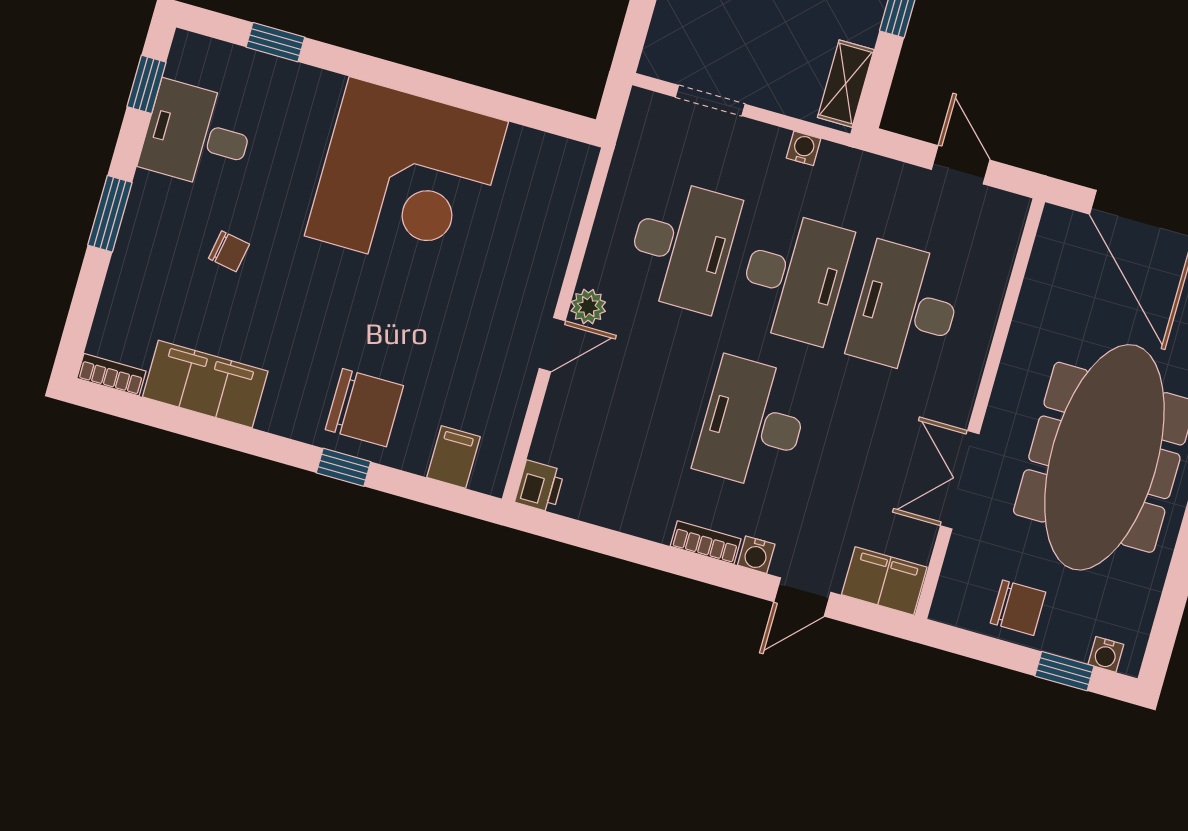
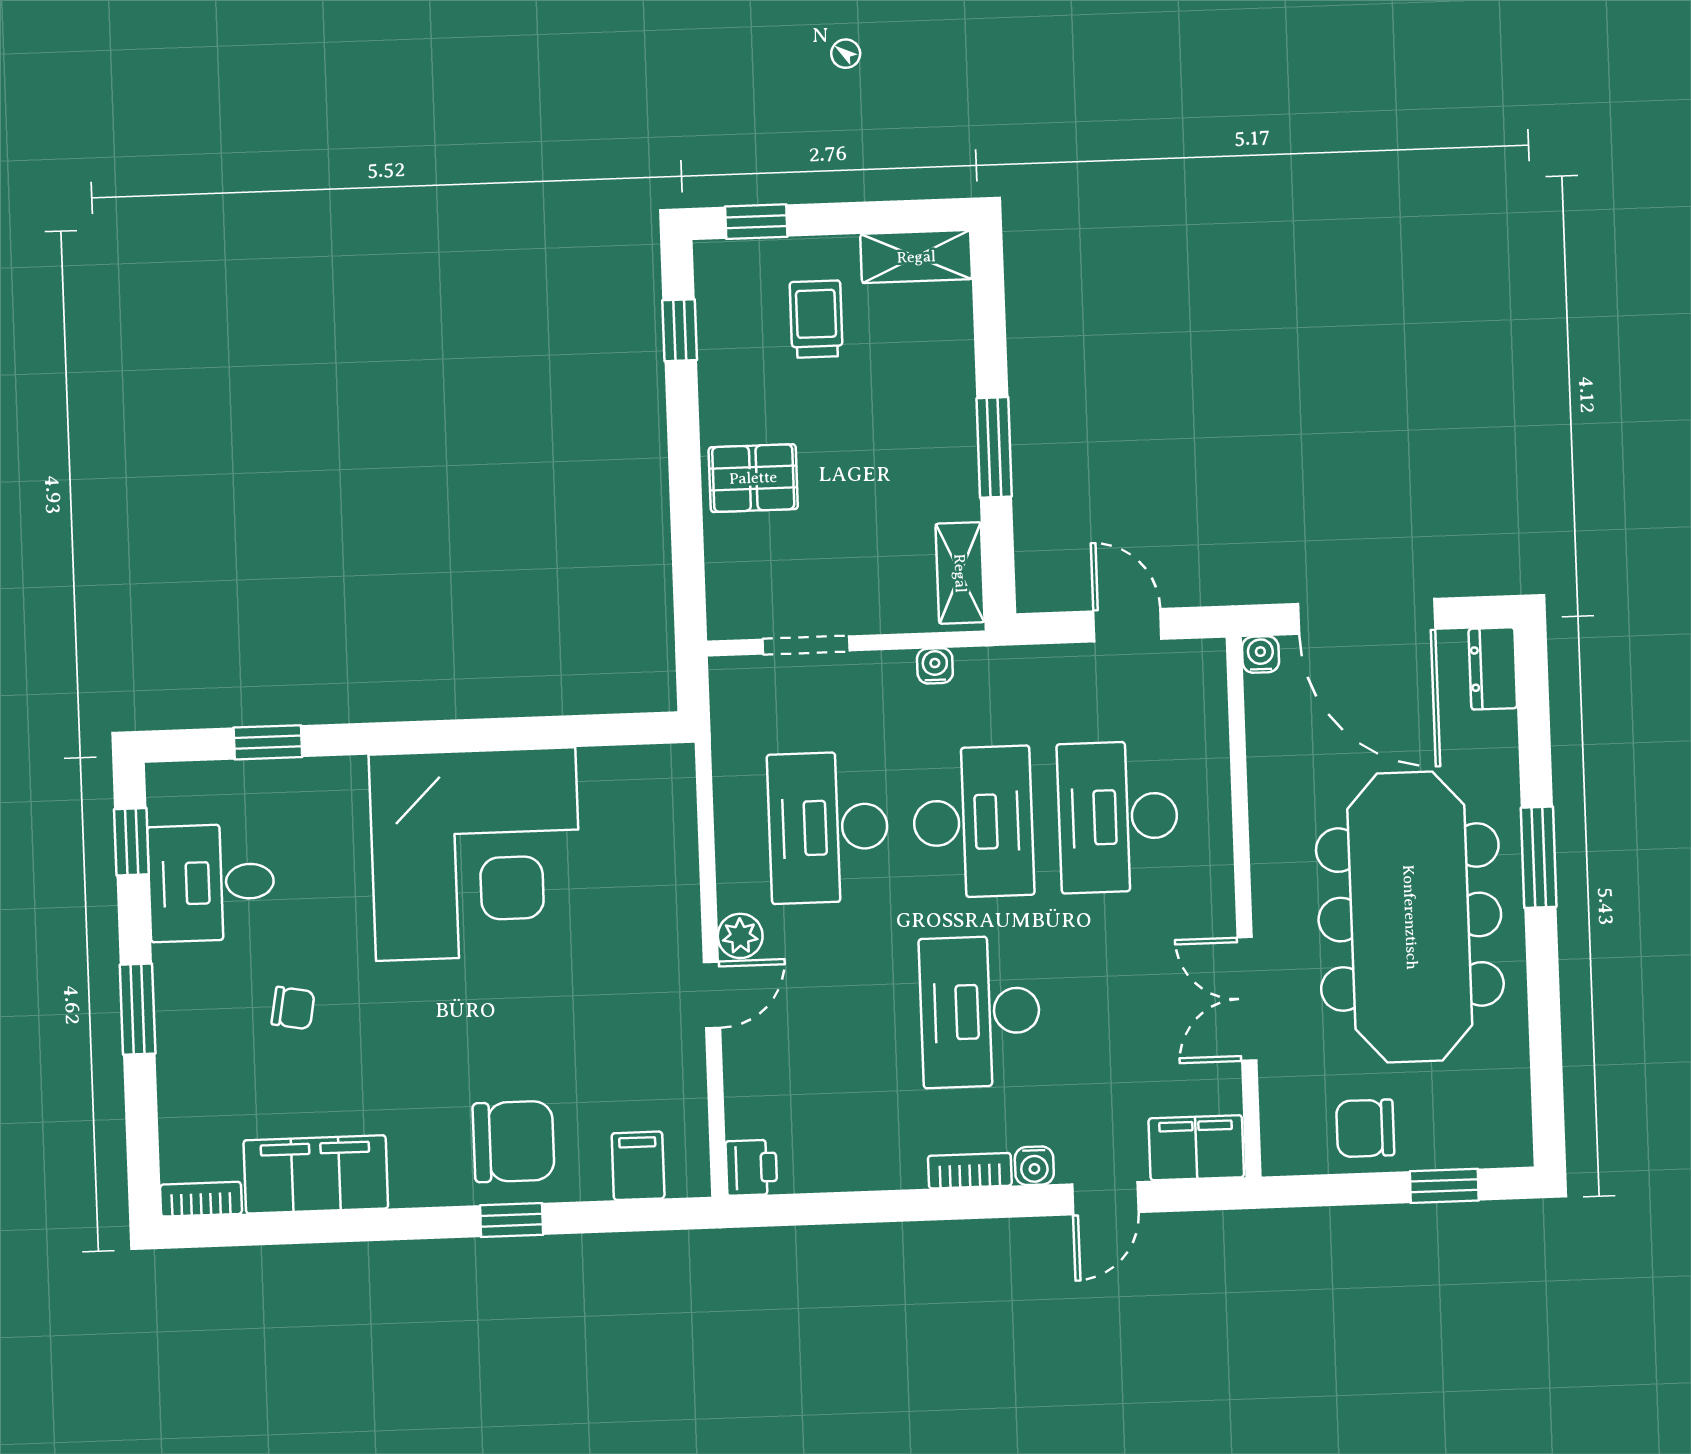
desk: (682, 245) -> (828, 827), turned 180
chair: (1018, 608) -> (1365, 1128), turned 180
water cooler: (1106, 654) -> (1260, 654), moved, turned 180

